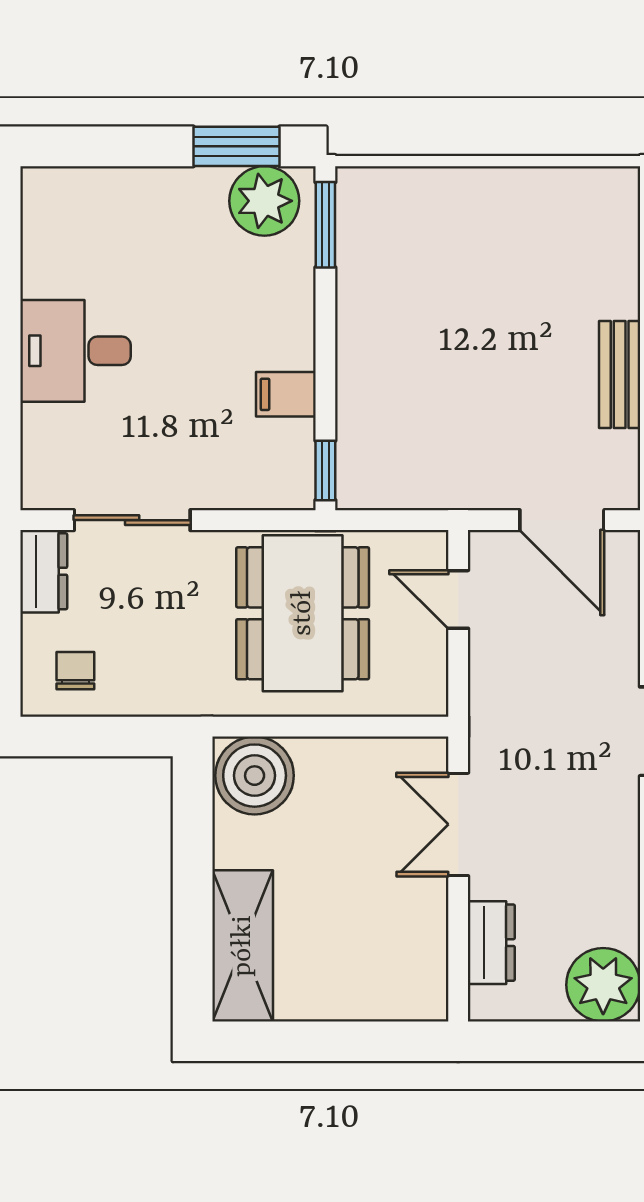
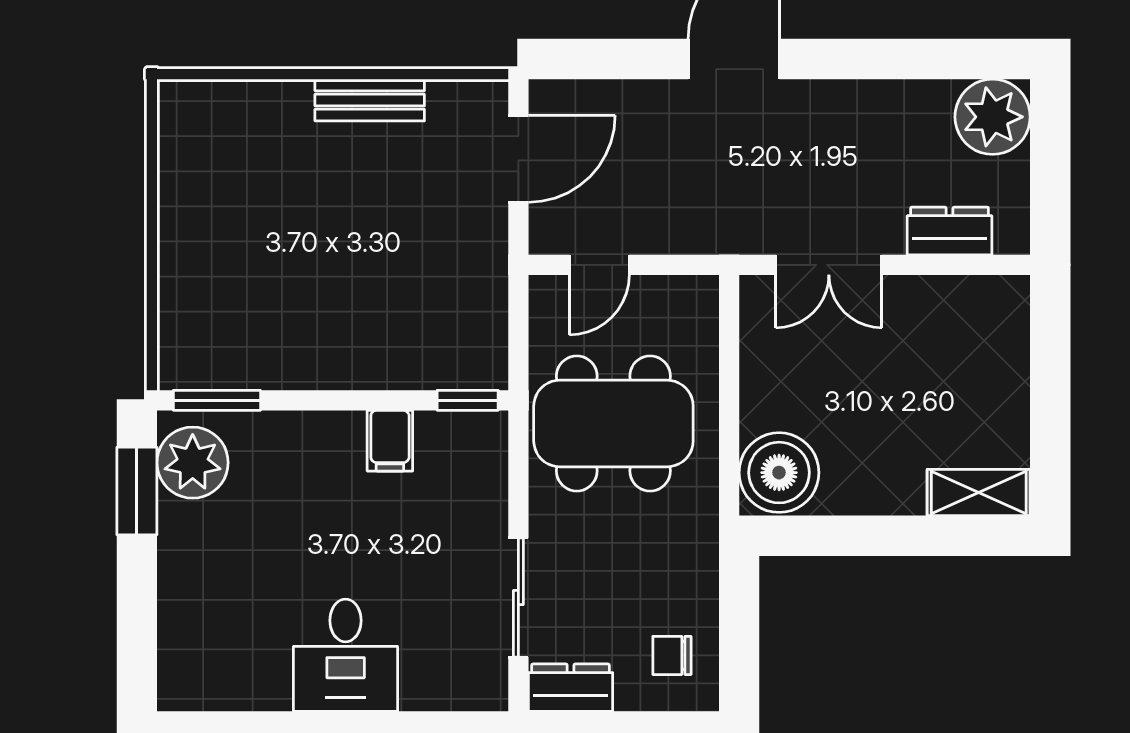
shelving: (243, 946) -> (979, 493), width x0.67, depth x0.75

